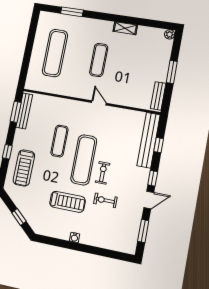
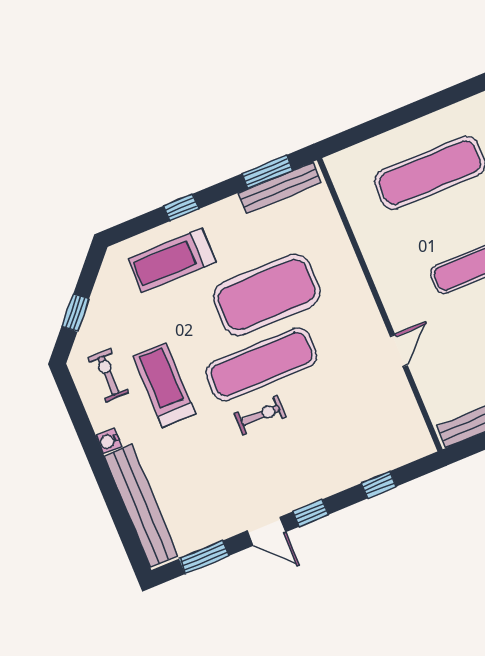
door: (99, 103) -> (399, 351), moved
bench: (149, 140) -> (141, 506), moved, turned 90
exercise mat: (59, 141) -> (267, 295), width x2.00, depth x1.45
exercise bike: (105, 200) -> (108, 375), moved
treadmill: (67, 202) -> (164, 385), turned 180

